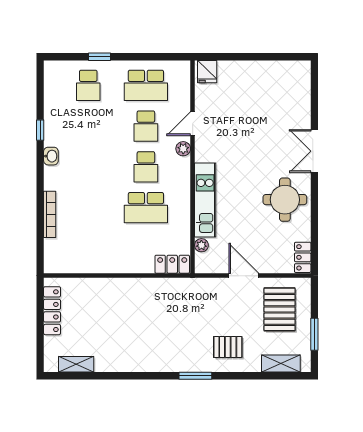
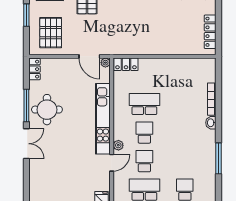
window: (40, 130) -> (219, 158), width x2.17
washbasin: (51, 156) -> (211, 123), moved
kitchen unit: (205, 200) -> (103, 119), width x1.36
window: (314, 205) -> (26, 105), added
plant: (201, 245) -> (105, 63), moved
door: (244, 276) -> (89, 56), moved

